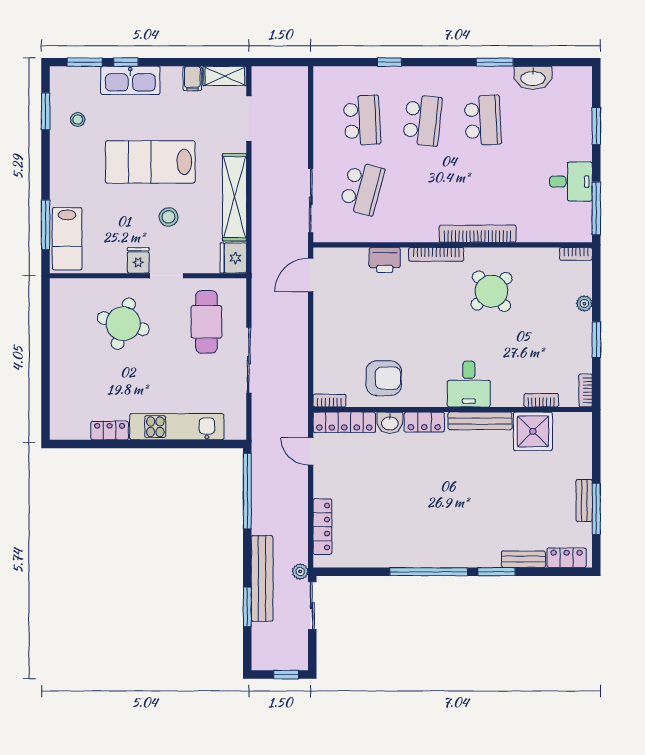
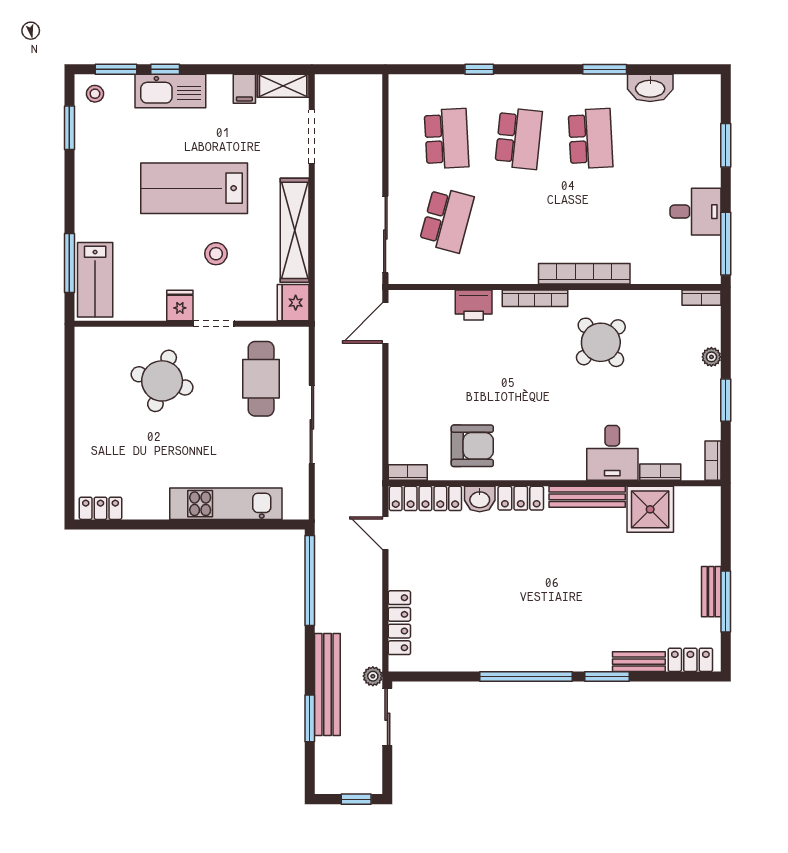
stool: (78, 120) -> (95, 94), moved
desk: (469, 384) -> (612, 453), moved
locker: (110, 431) -> (101, 508), moved

